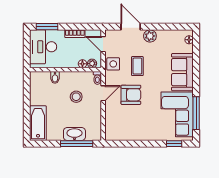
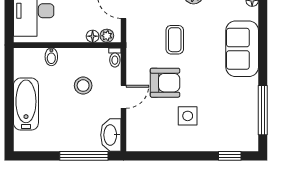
side table: (113, 64) -> (188, 116), moved
door: (103, 93) -> (123, 97), moved
corner sofa: (177, 114) -> (234, 112), removed
bathtub: (38, 123) -> (26, 104), moved
washbasin: (74, 134) -> (111, 135), moved, turned -90

